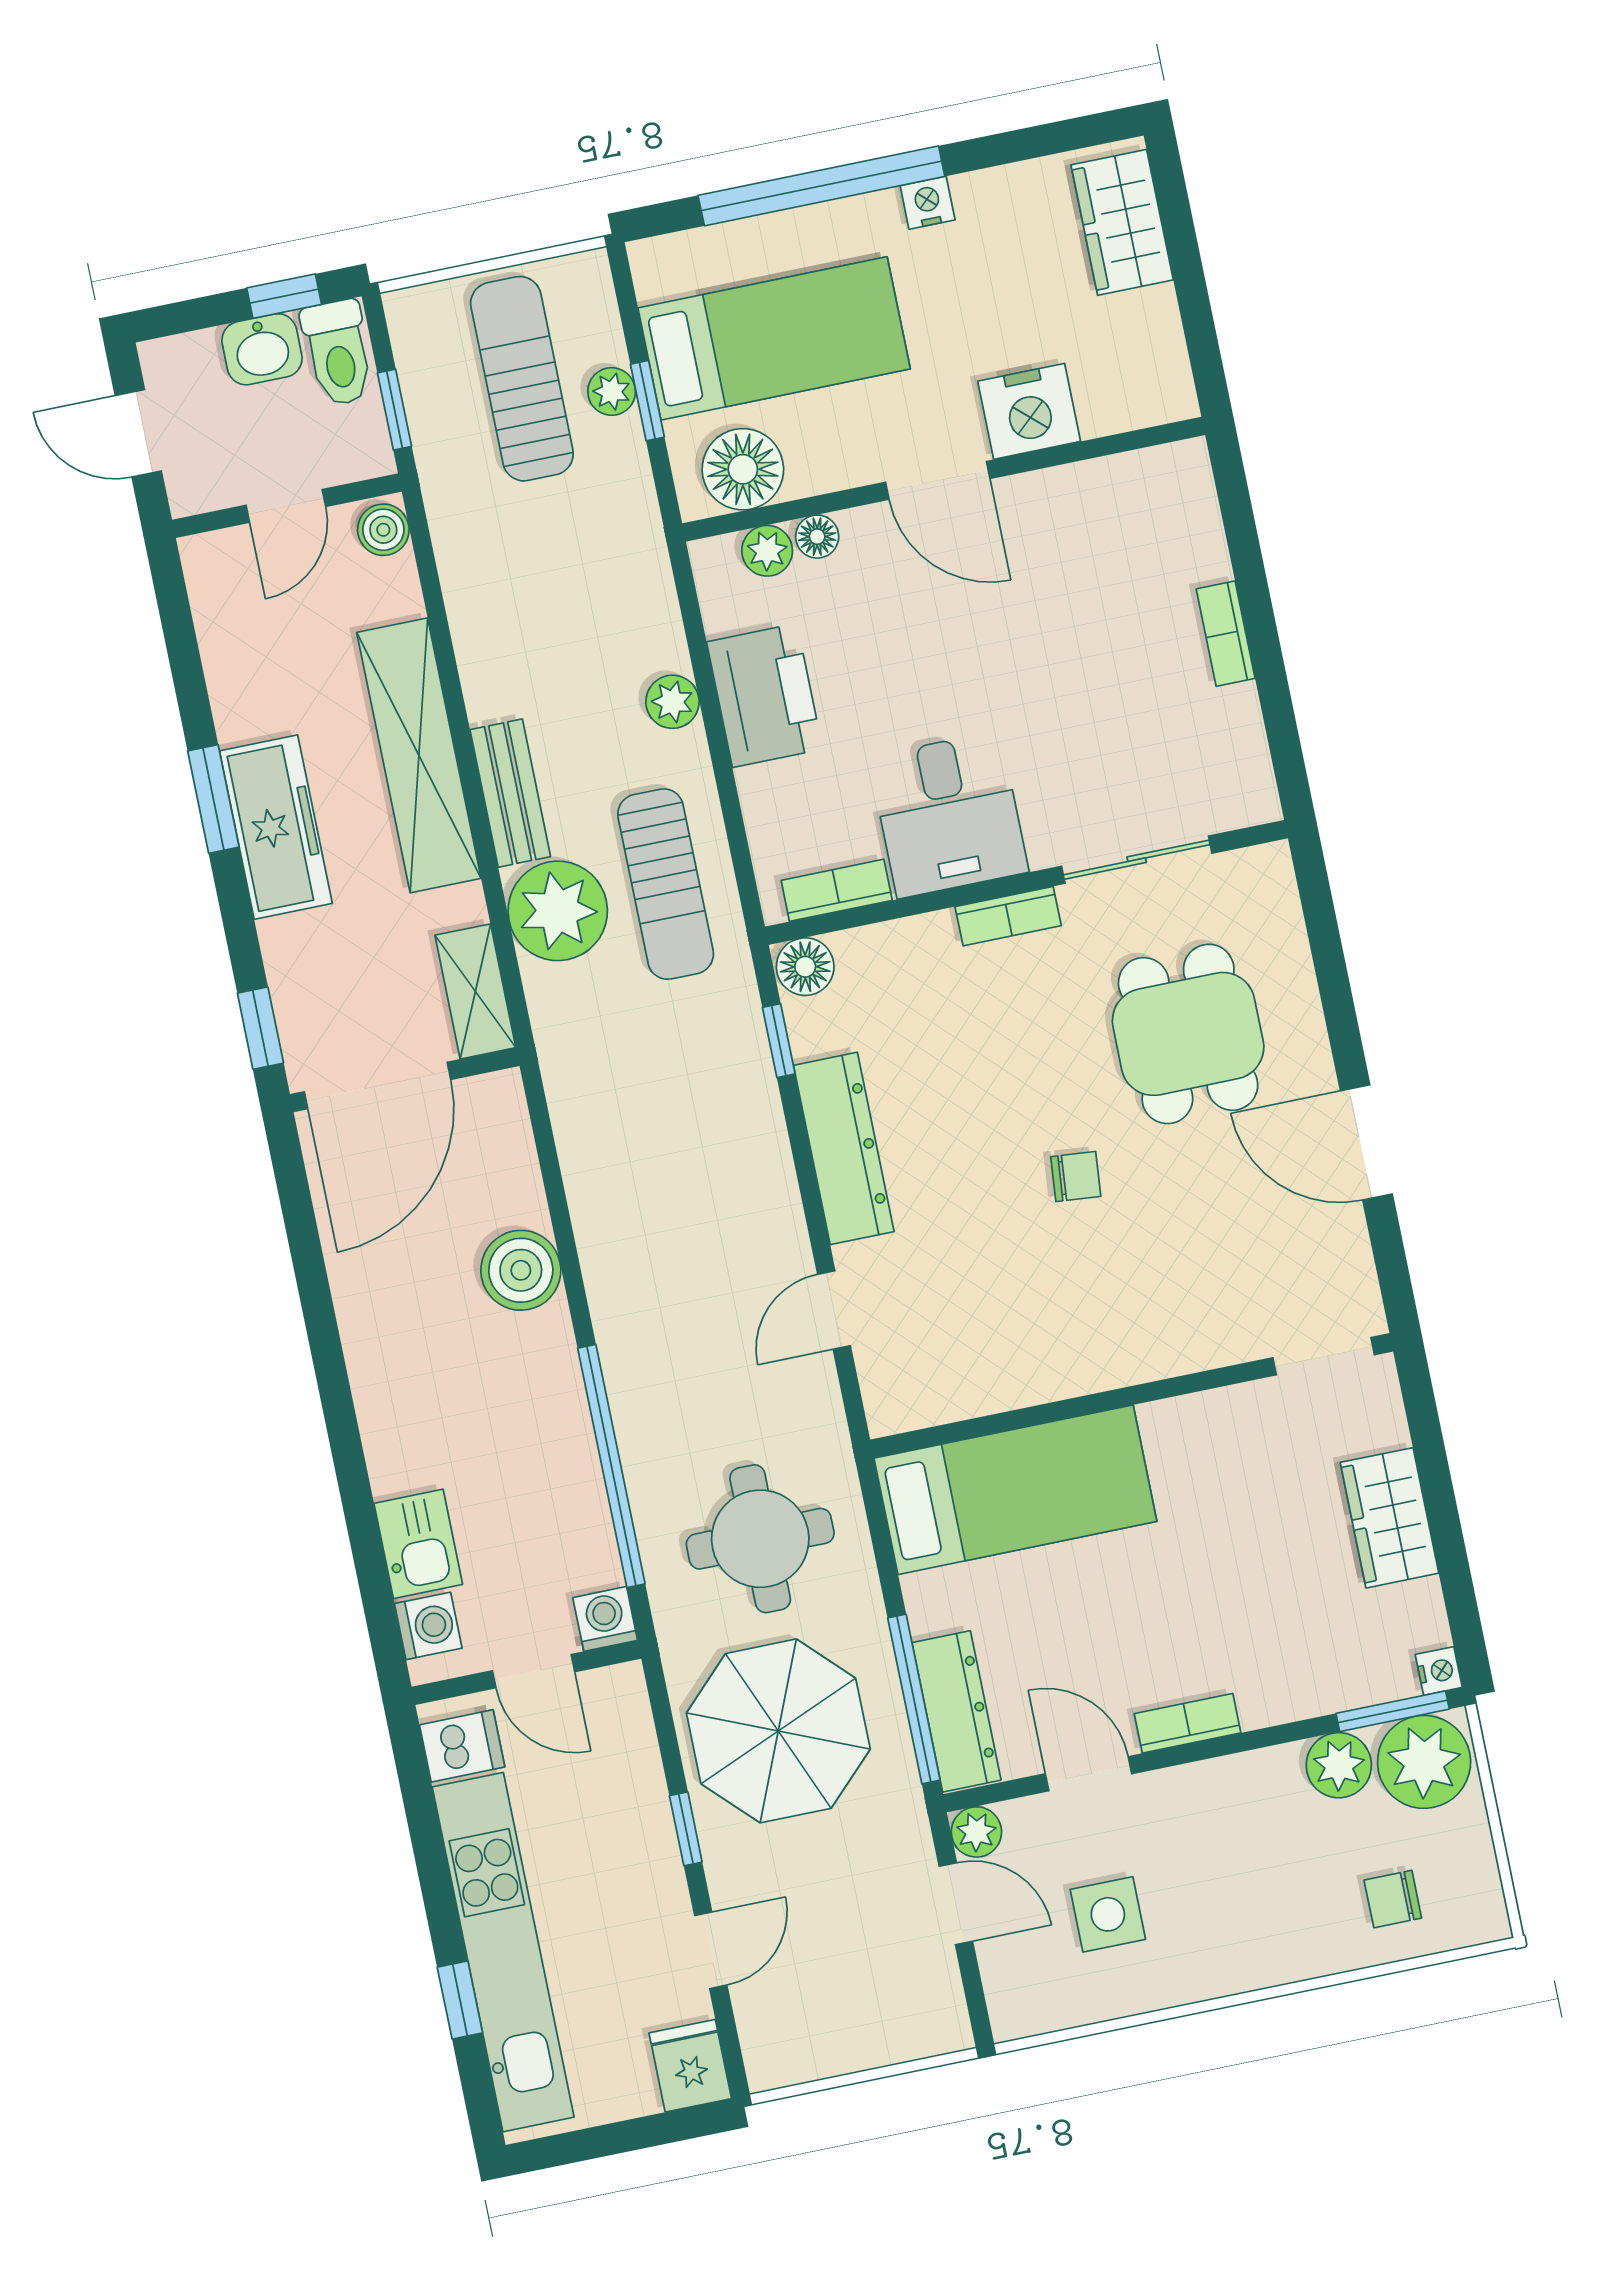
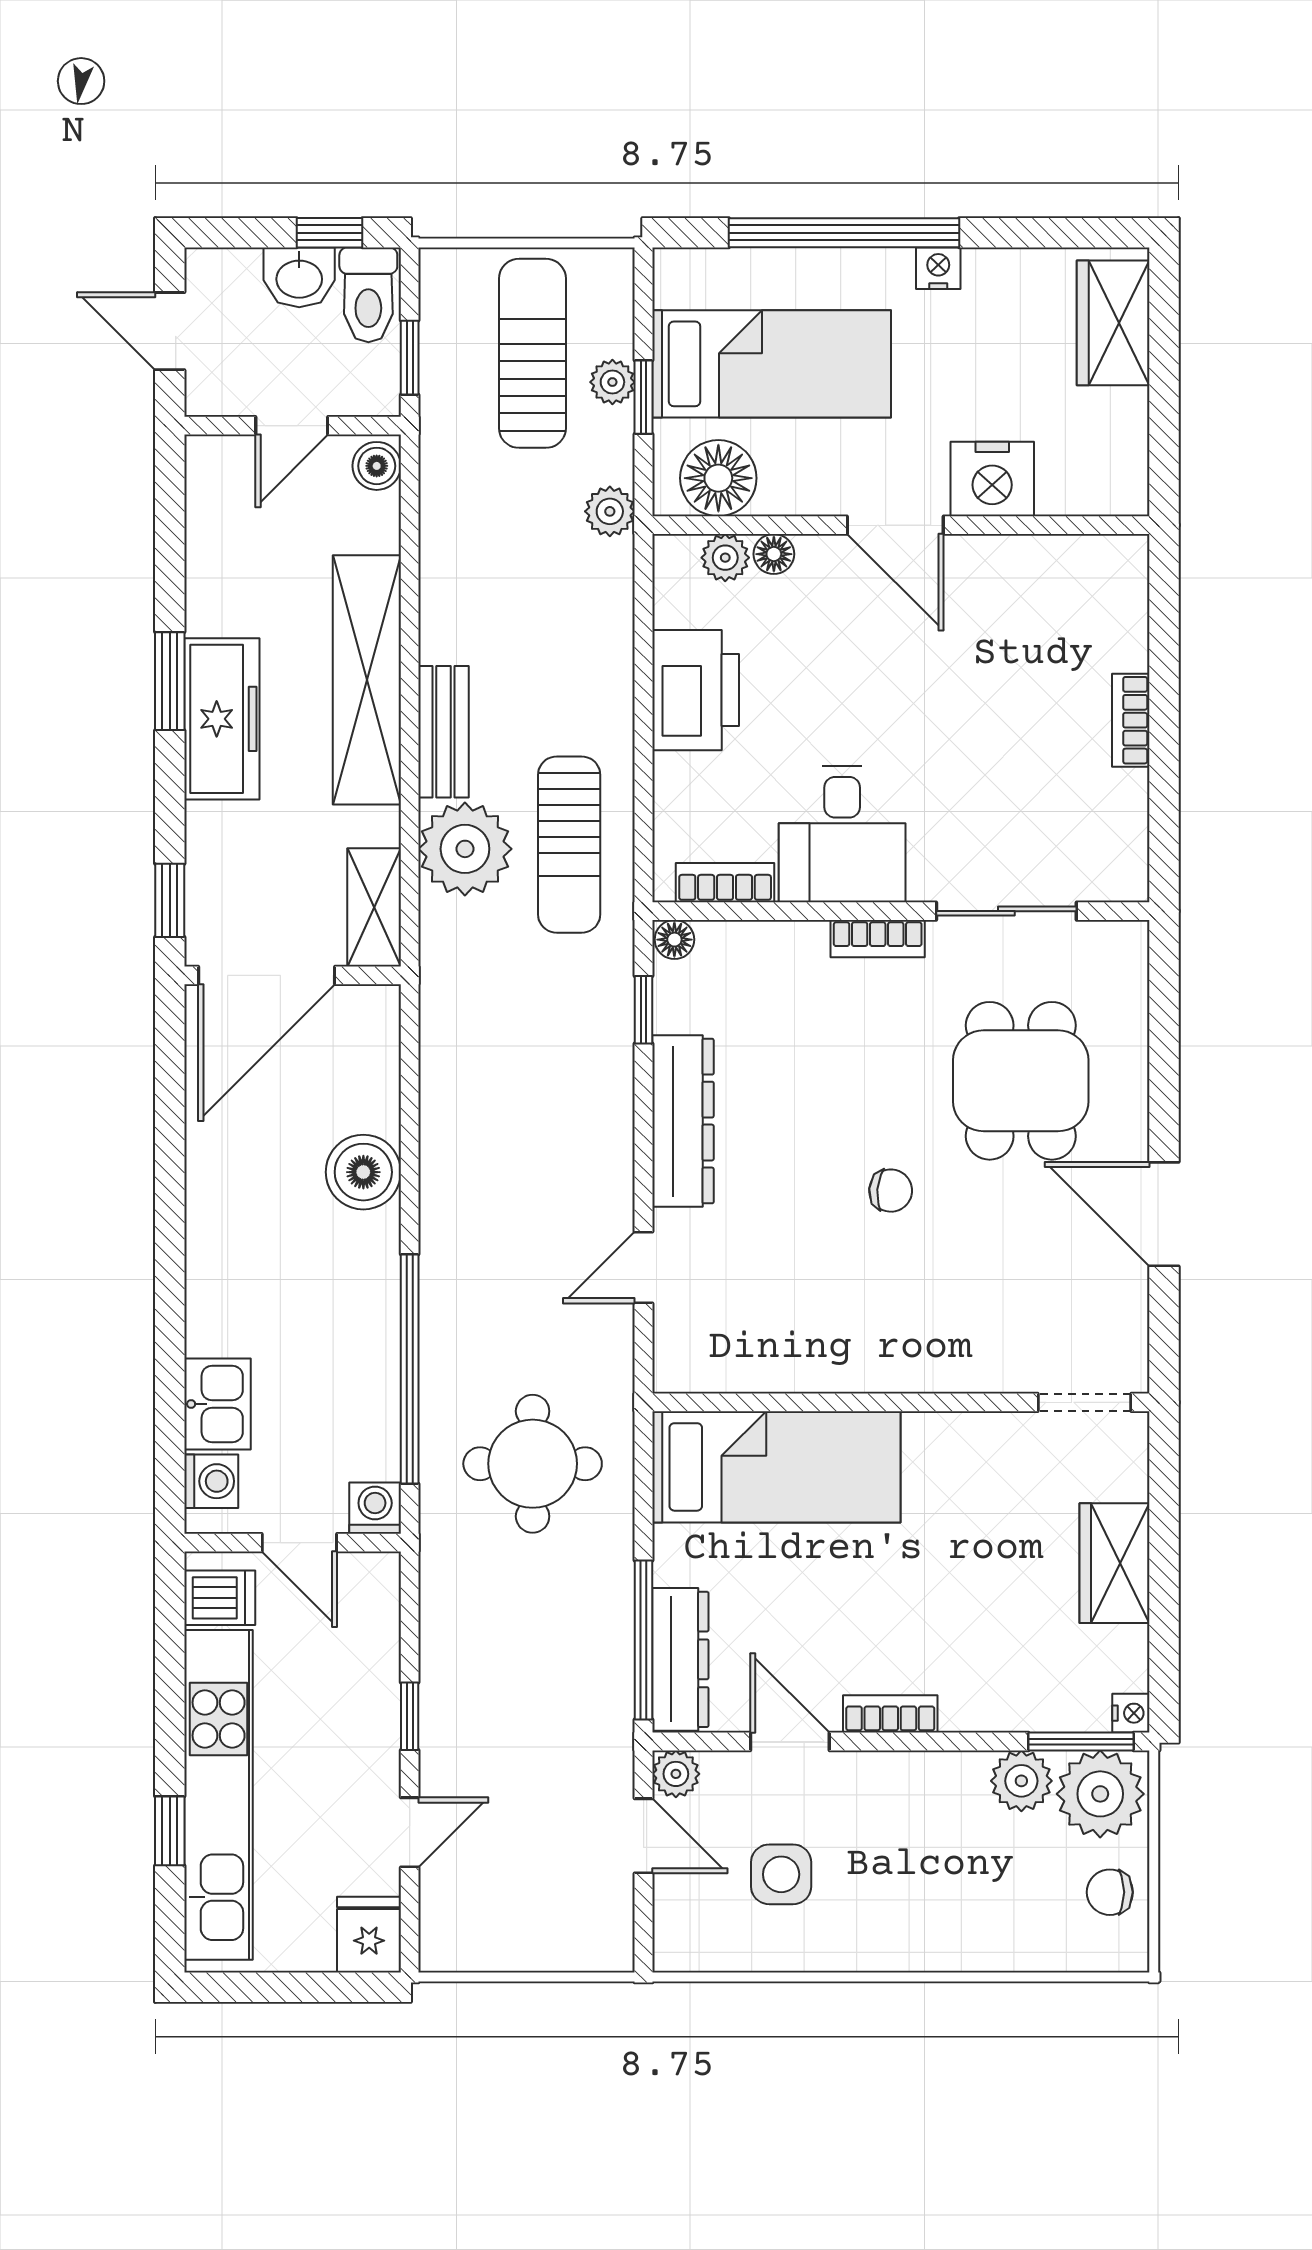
plant: (672, 702) -> (610, 511), moved
floor lamp: (805, 967) -> (674, 940), width x0.73, depth x0.73
parasol: (778, 1731) -> (513, 1644), removed
chair: (1393, 1899) -> (1110, 1892), moved

